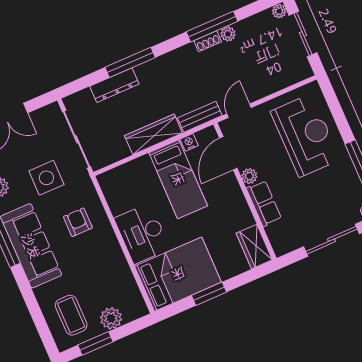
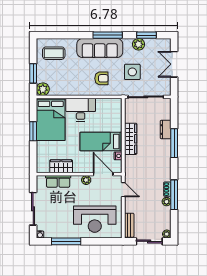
dresser: (114, 85) -> (166, 130), width x0.70
bench: (200, 117) -> (129, 225), moved
row of seats: (264, 203) -> (58, 181), moved
wardrobe: (254, 247) -> (61, 166), moved
plant: (111, 318) -> (43, 89), moved
window: (95, 343) -> (33, 73), moved

